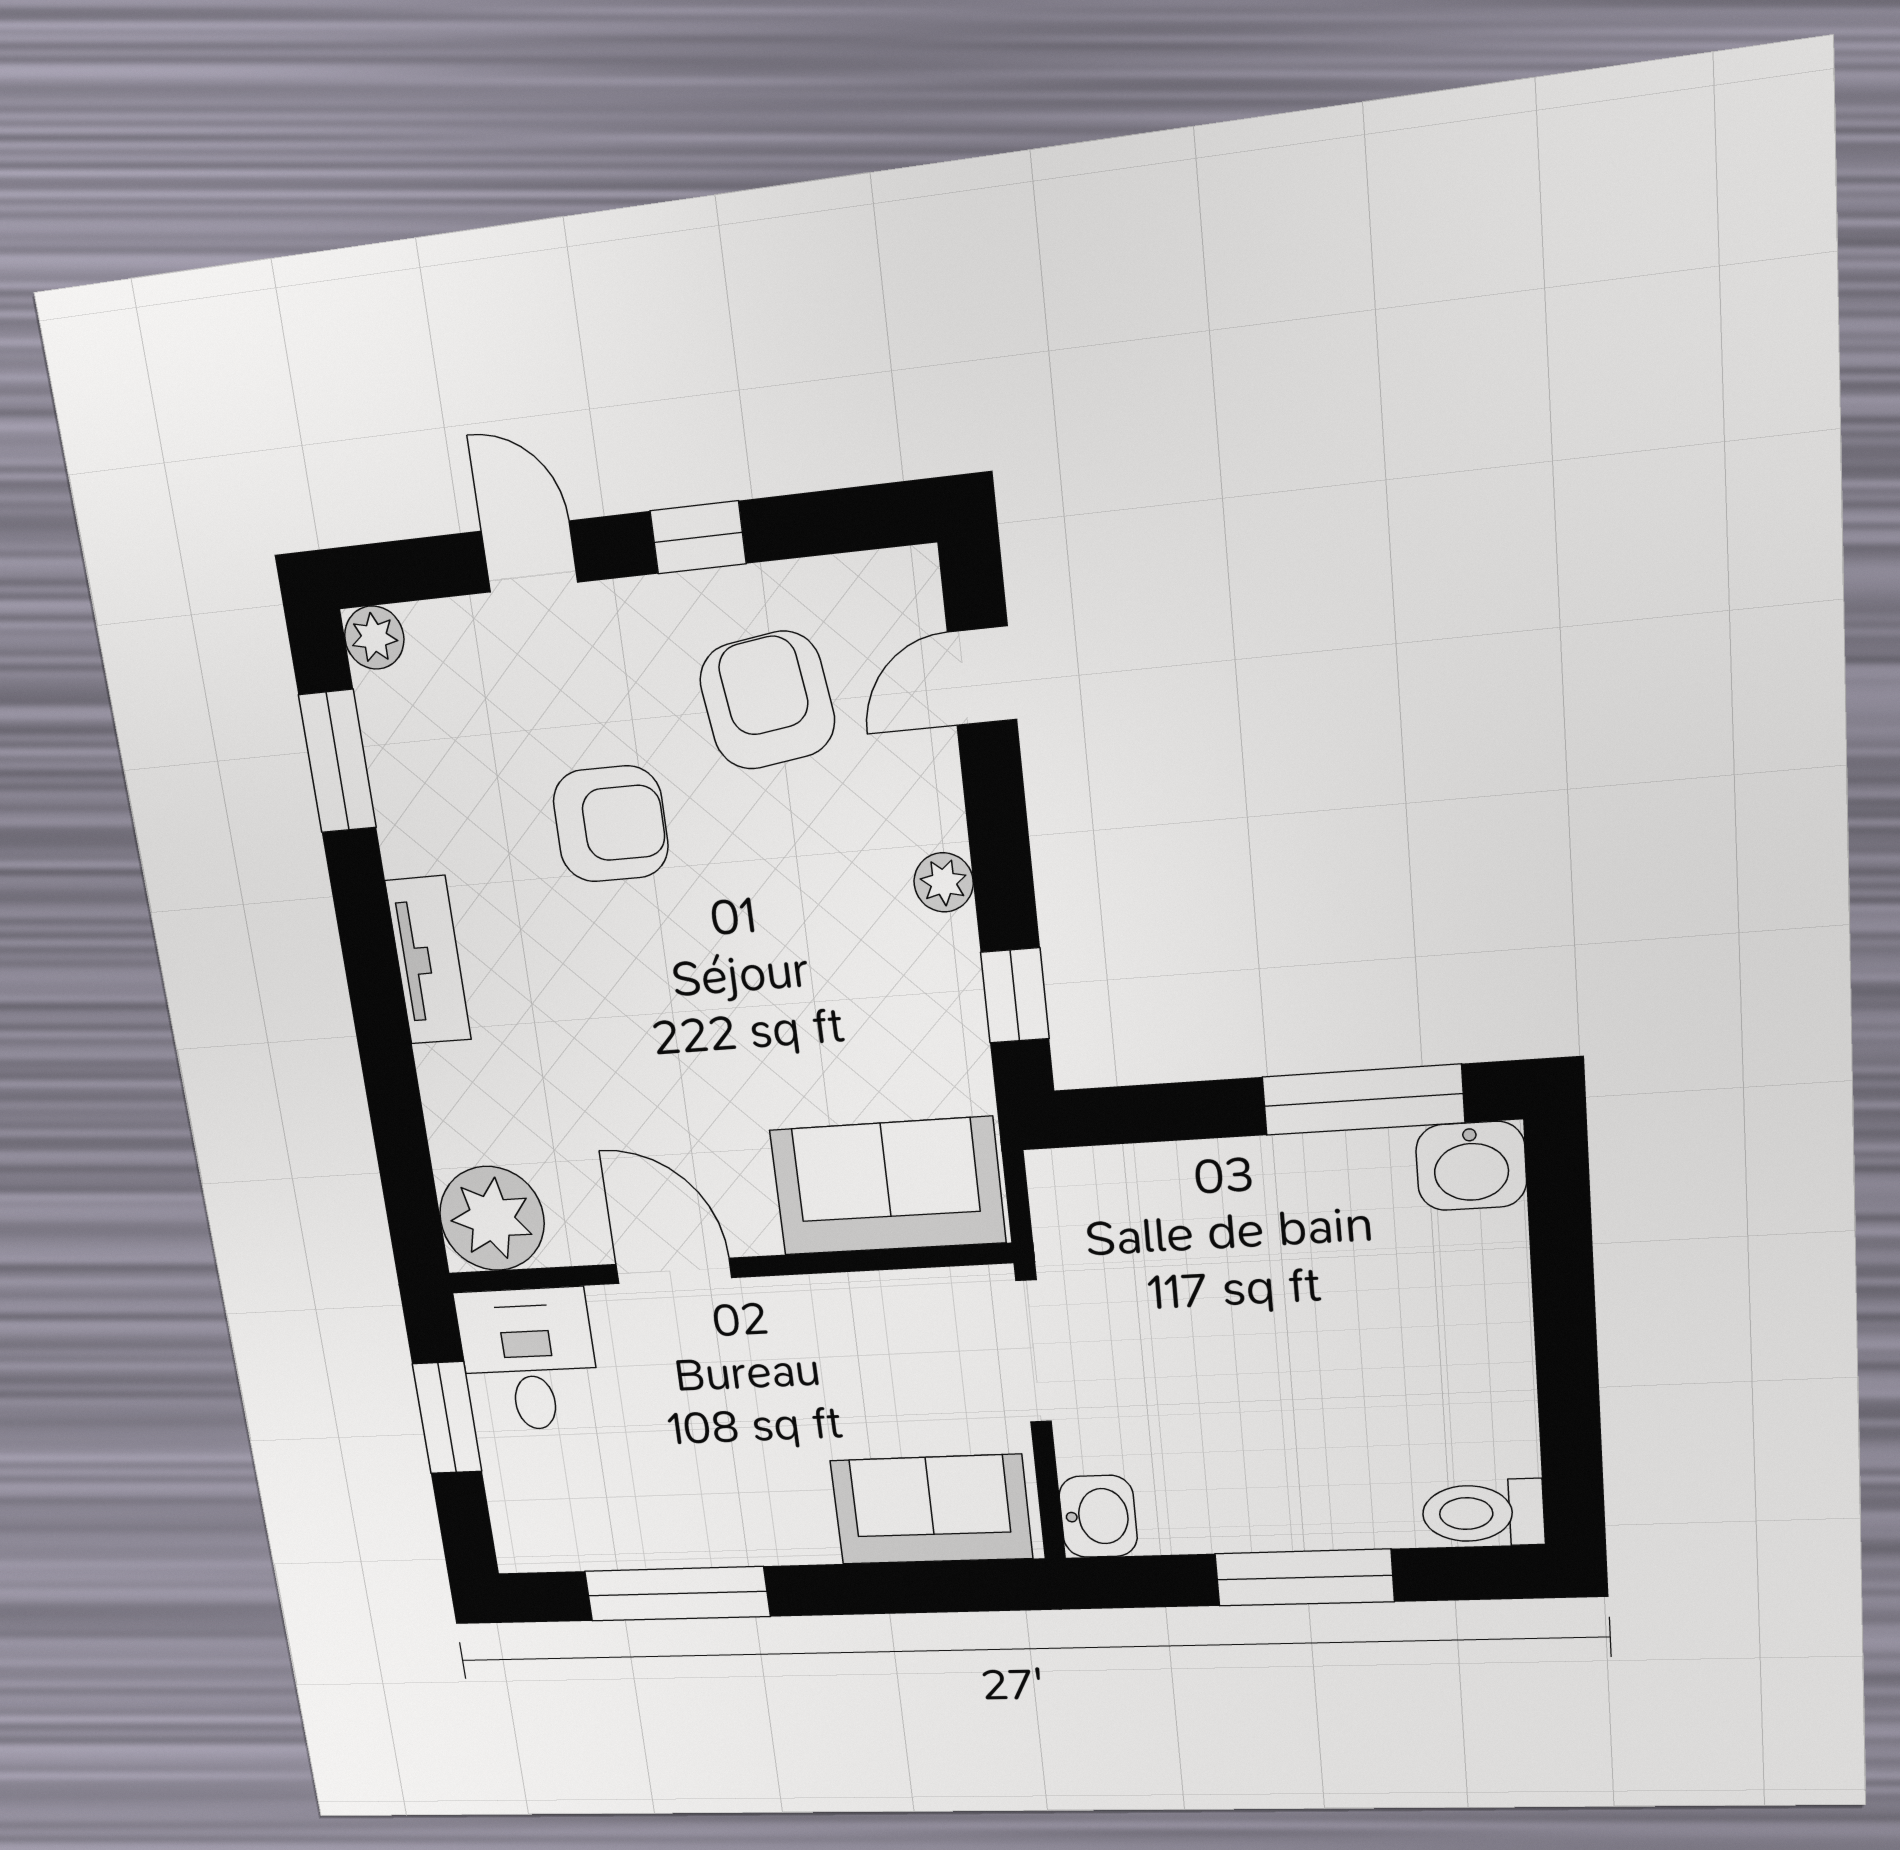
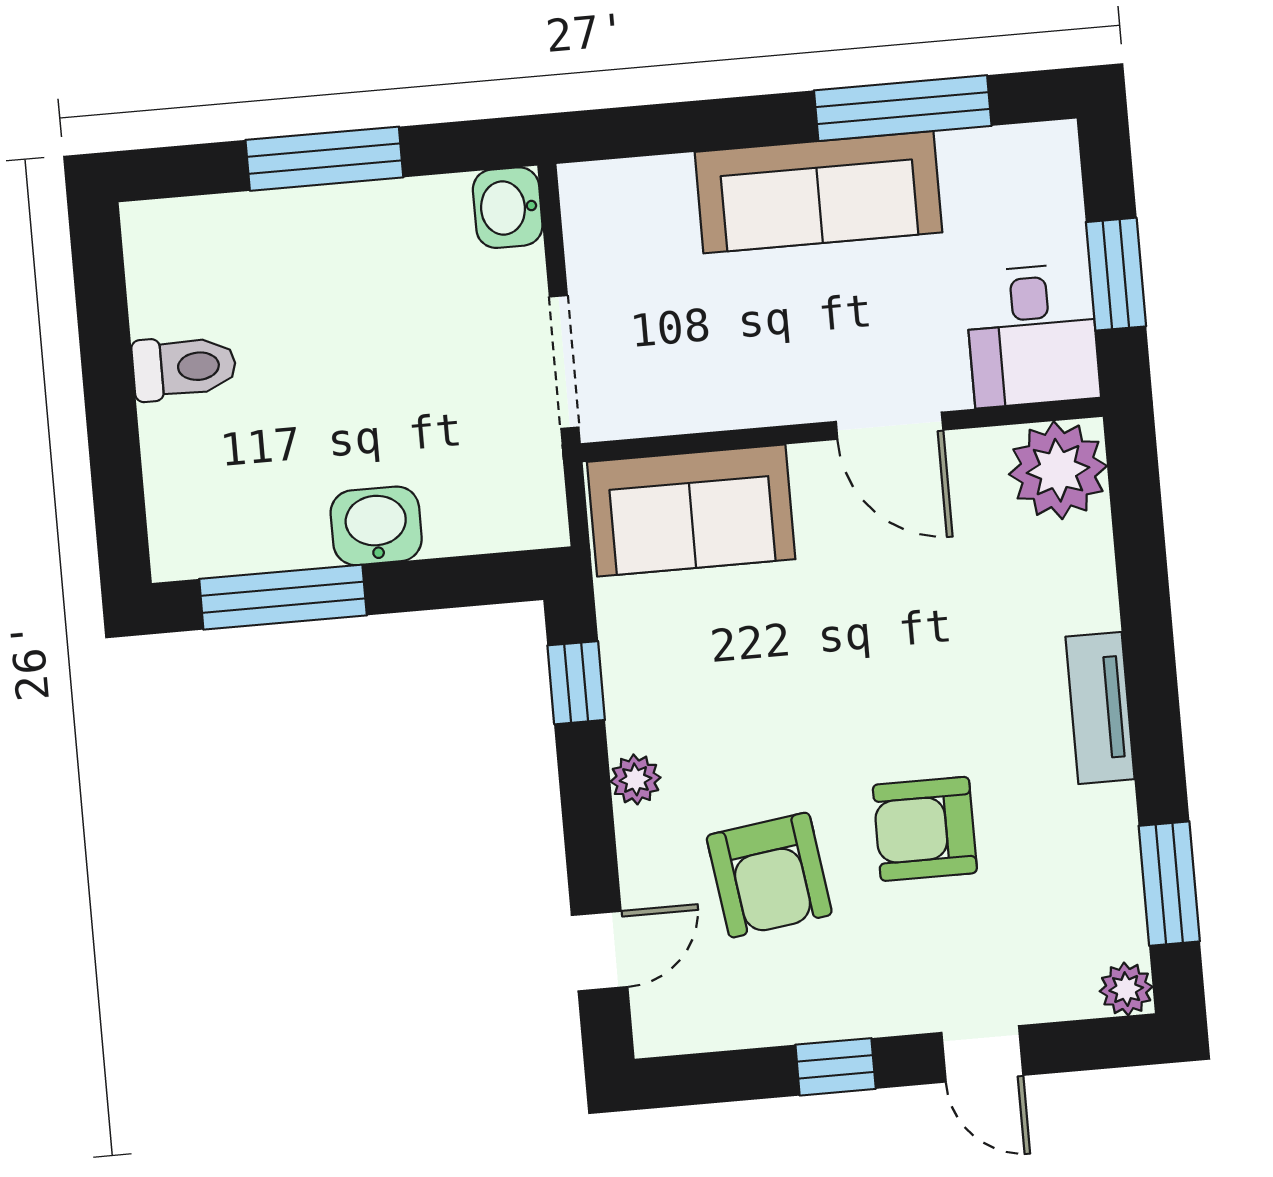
armchair: (767, 700) -> (769, 875), moved
washbasin: (1471, 1166) -> (376, 526), moved
sofa: (931, 1509) -> (818, 192), moved, width x1.36
toilet: (1483, 1513) -> (184, 367), moved

